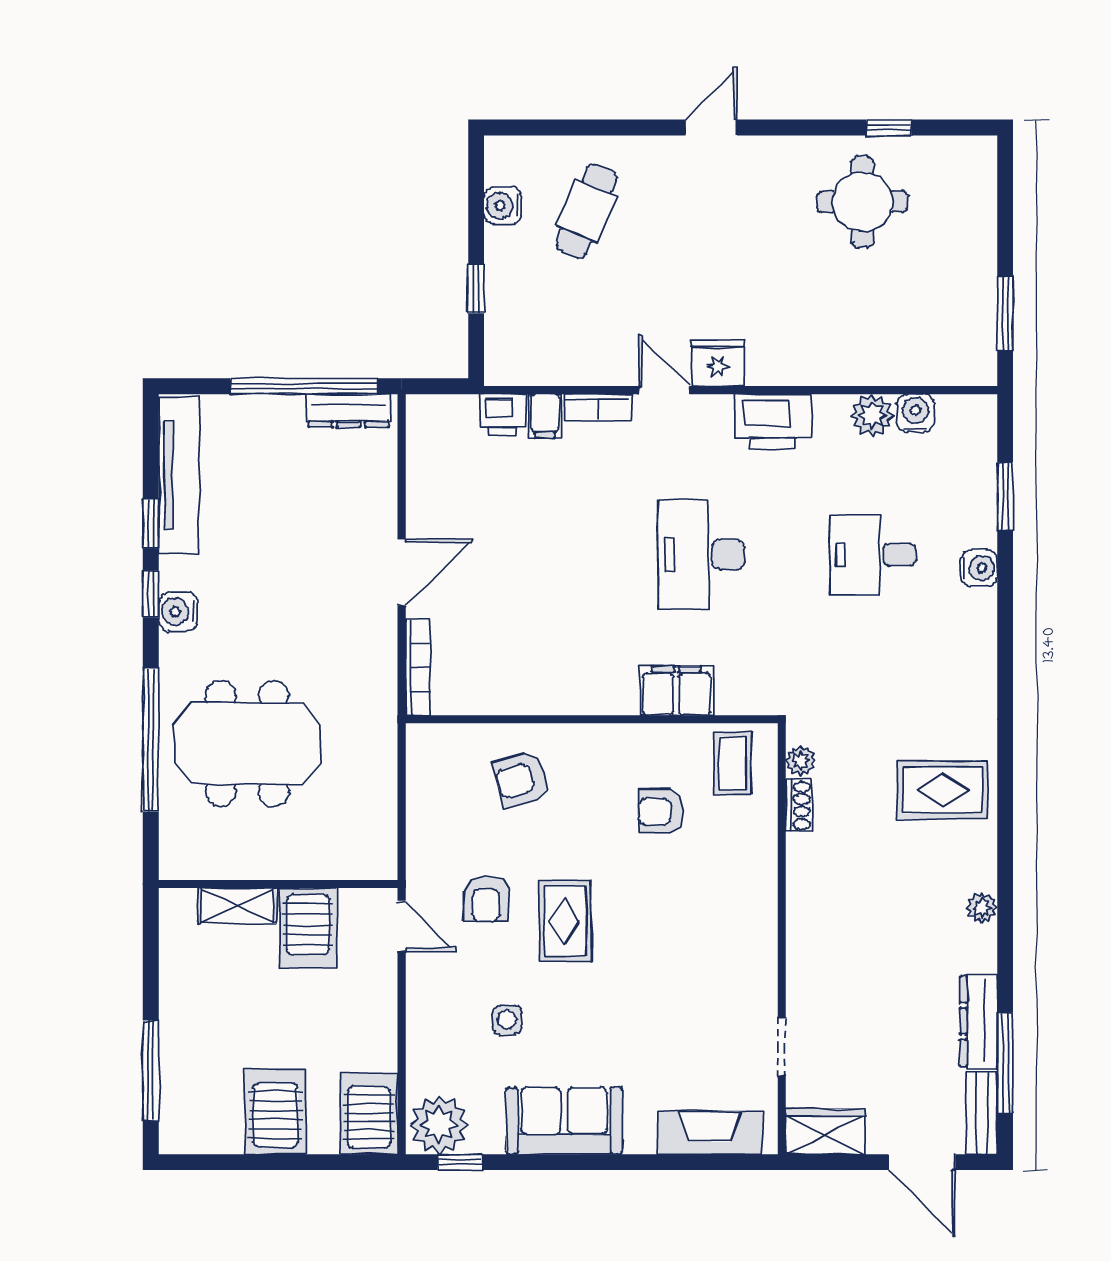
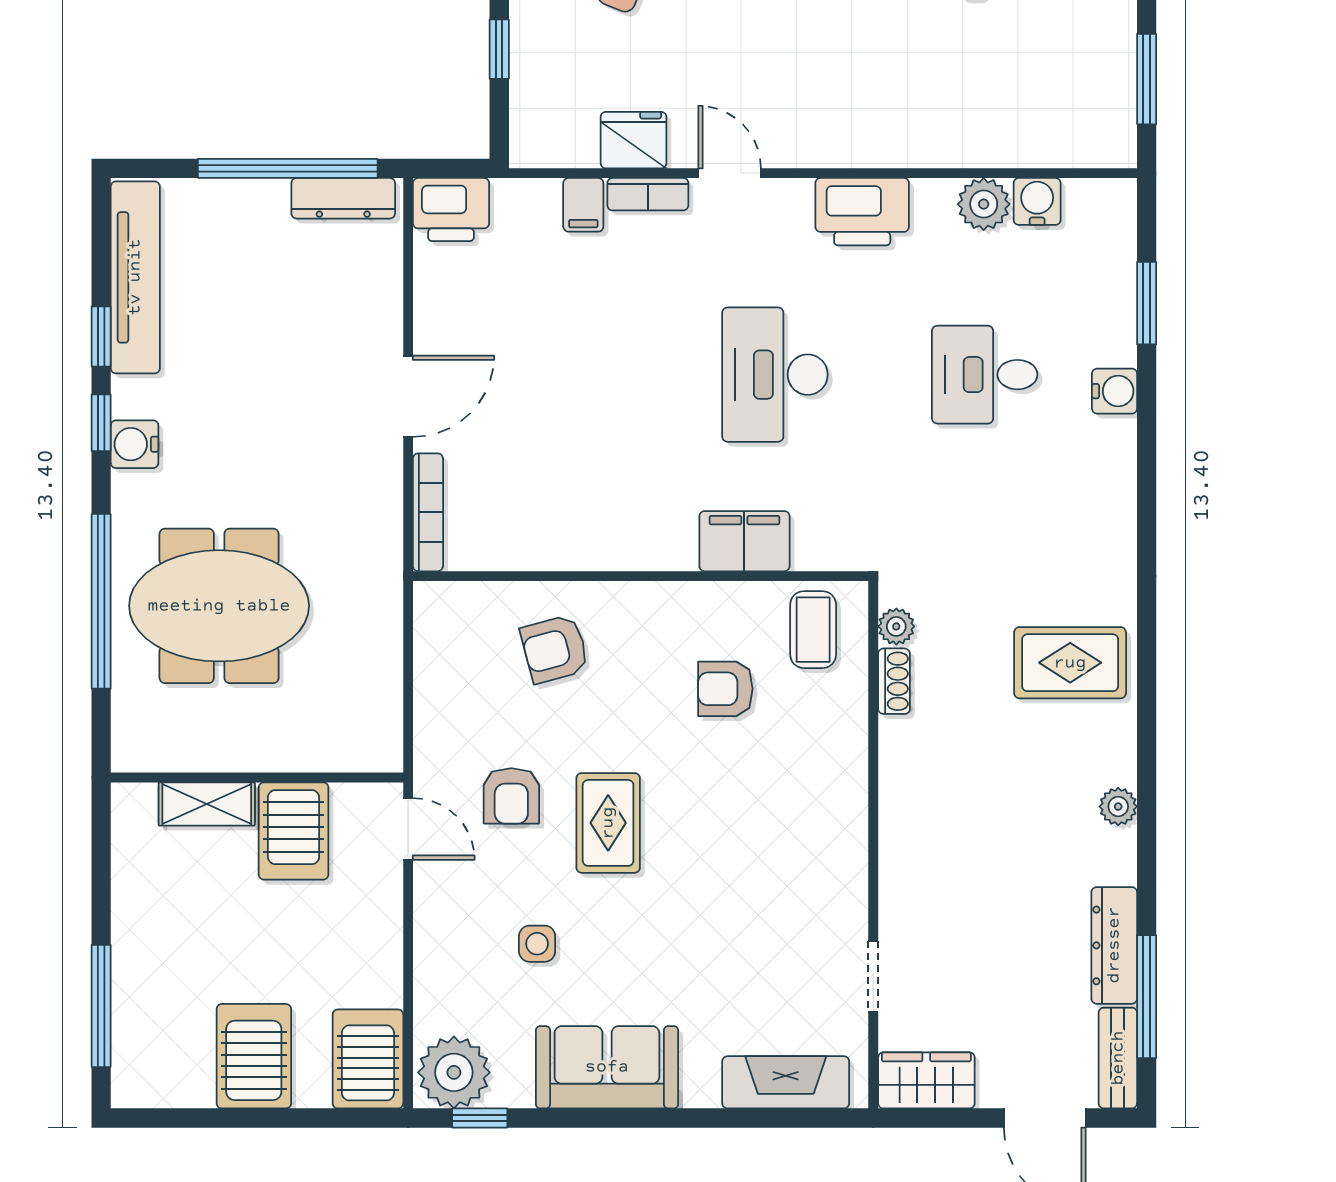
fridge: (718, 363) -> (633, 140), moved
printer: (502, 415) -> (451, 209), moved, width x1.36, depth x1.24

